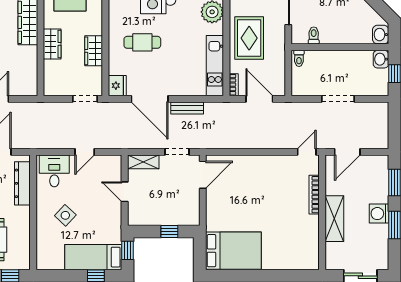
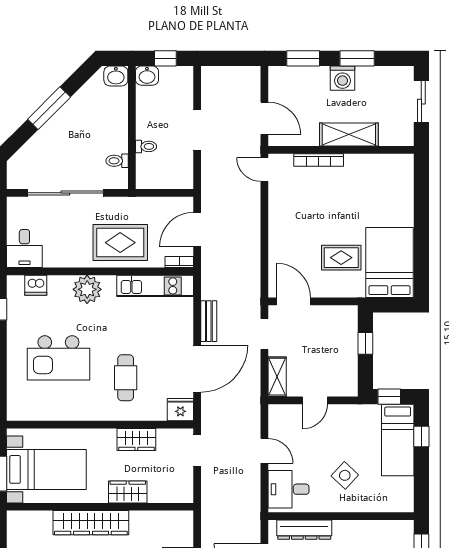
toilet: (299, 58) -> (146, 146), moved
rug: (237, 213) -> (341, 258), added

